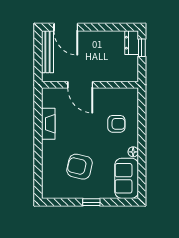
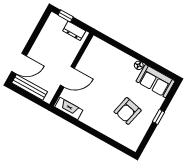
dresser: (132, 43) -> (74, 31), moved
fireplace: (48, 124) -> (69, 109), moved
armchair: (116, 124) -> (111, 66), removed

